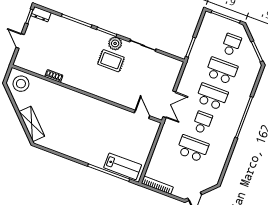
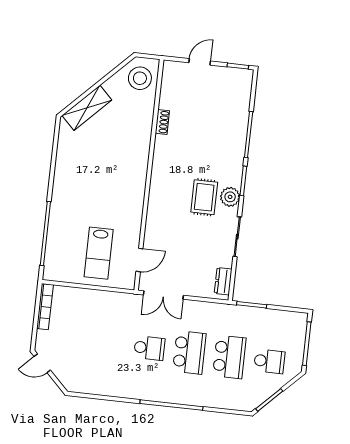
dresser: (41, 14) -> (223, 281), moved
school desk: (193, 148) -> (109, 344), removed
lab bench: (123, 166) -> (99, 253), moved

